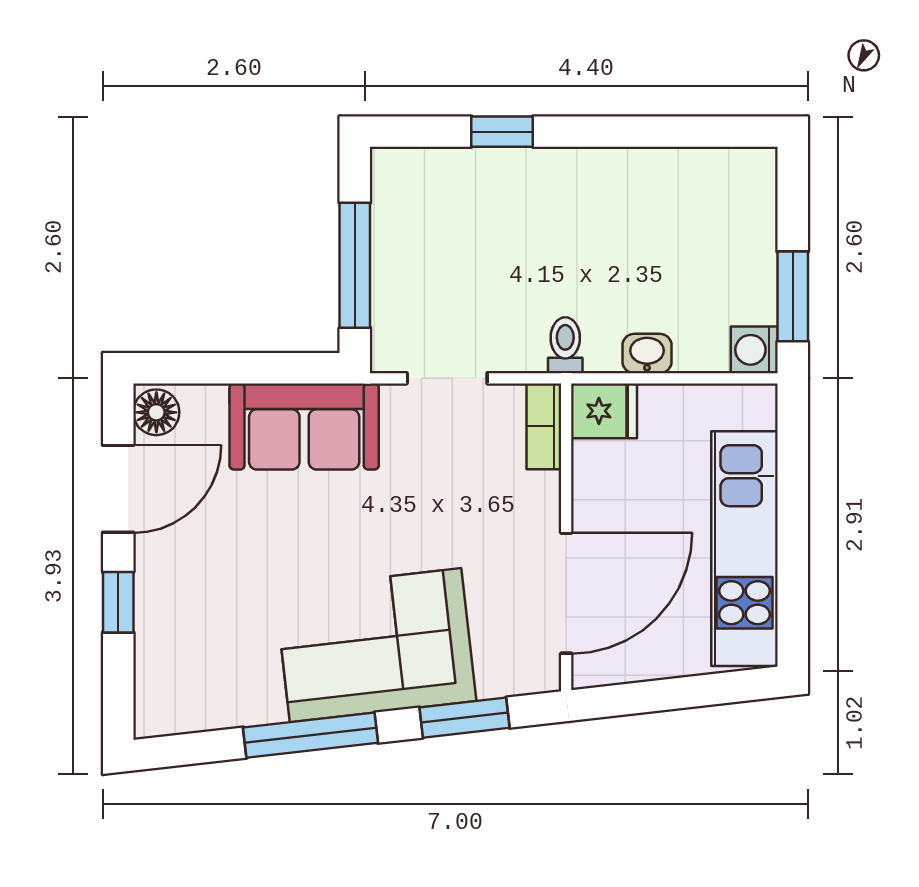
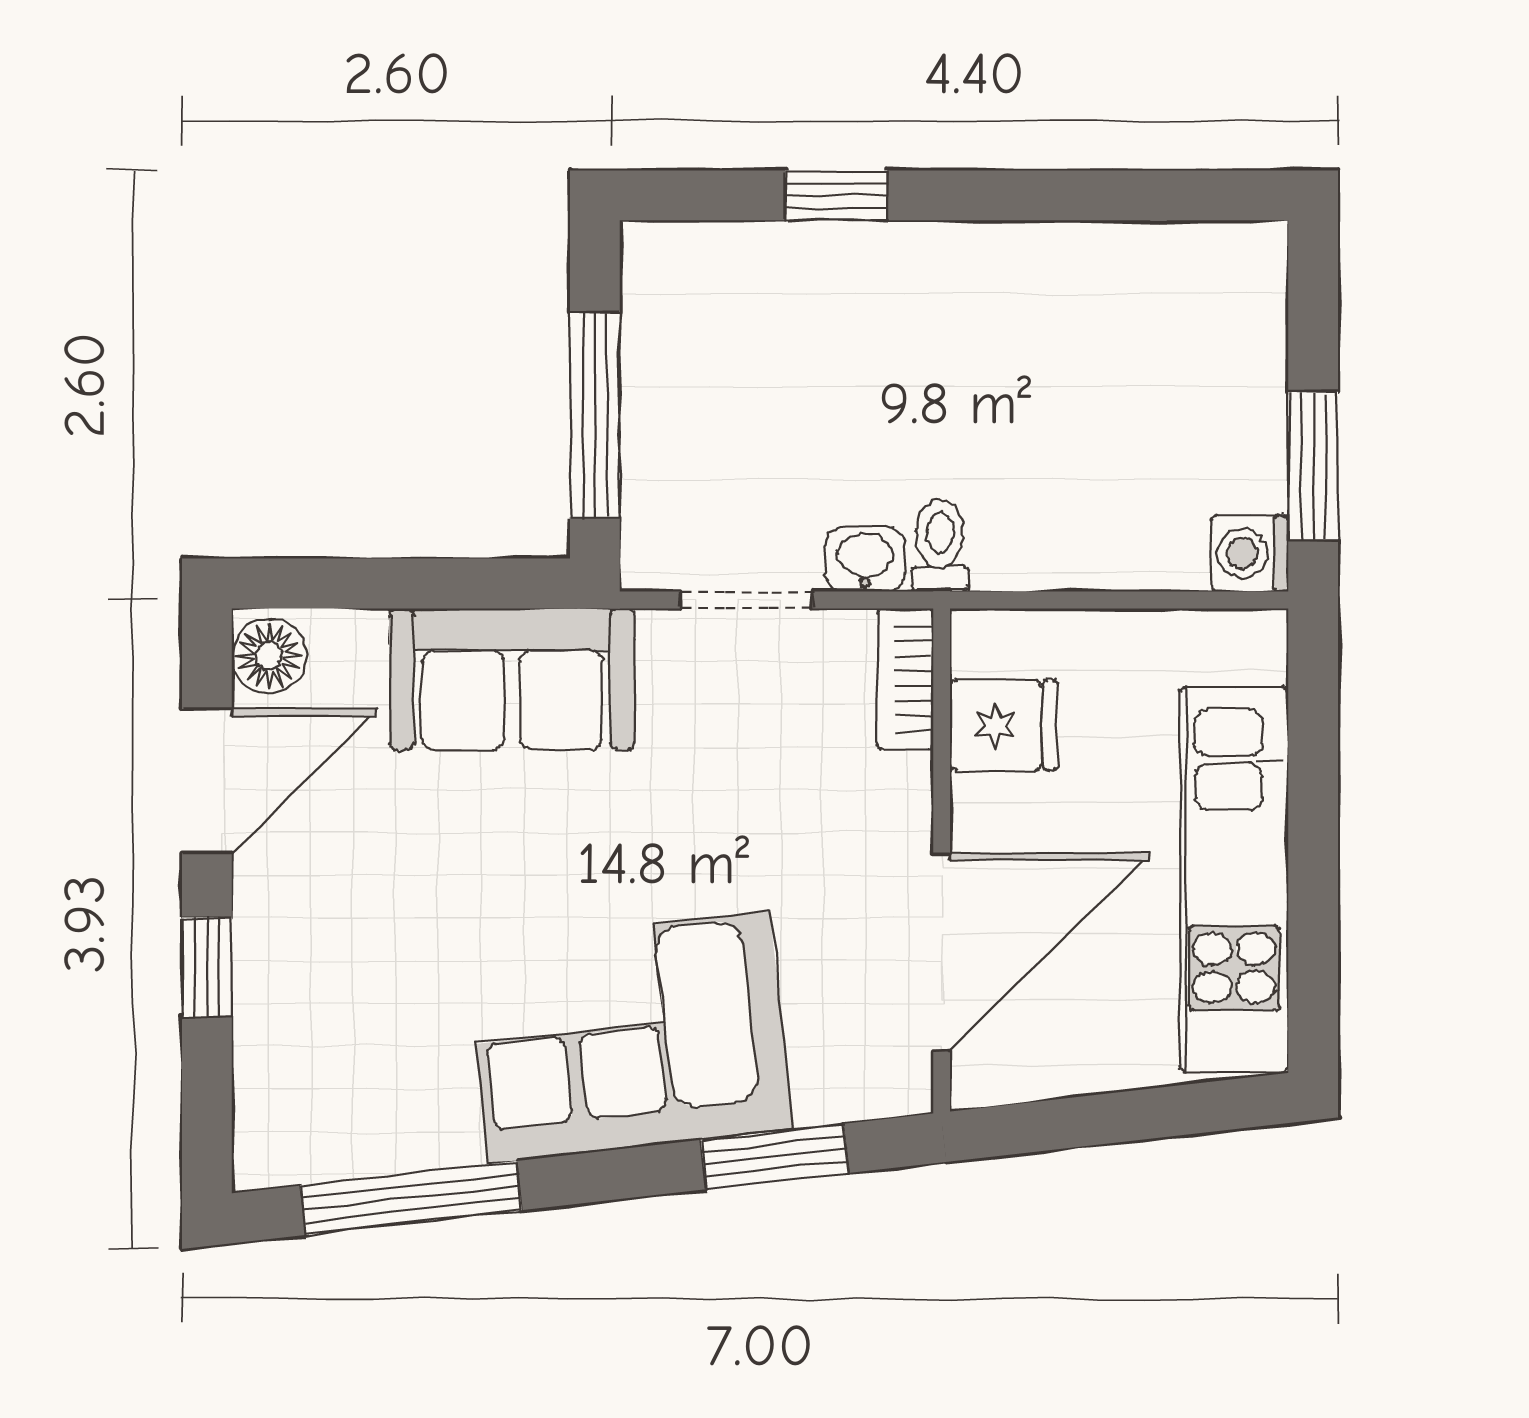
washbasin: (647, 353) -> (865, 559), moved
fridge: (604, 411) -> (1004, 725), moved
window: (311, 735) -> (411, 1198), moved

